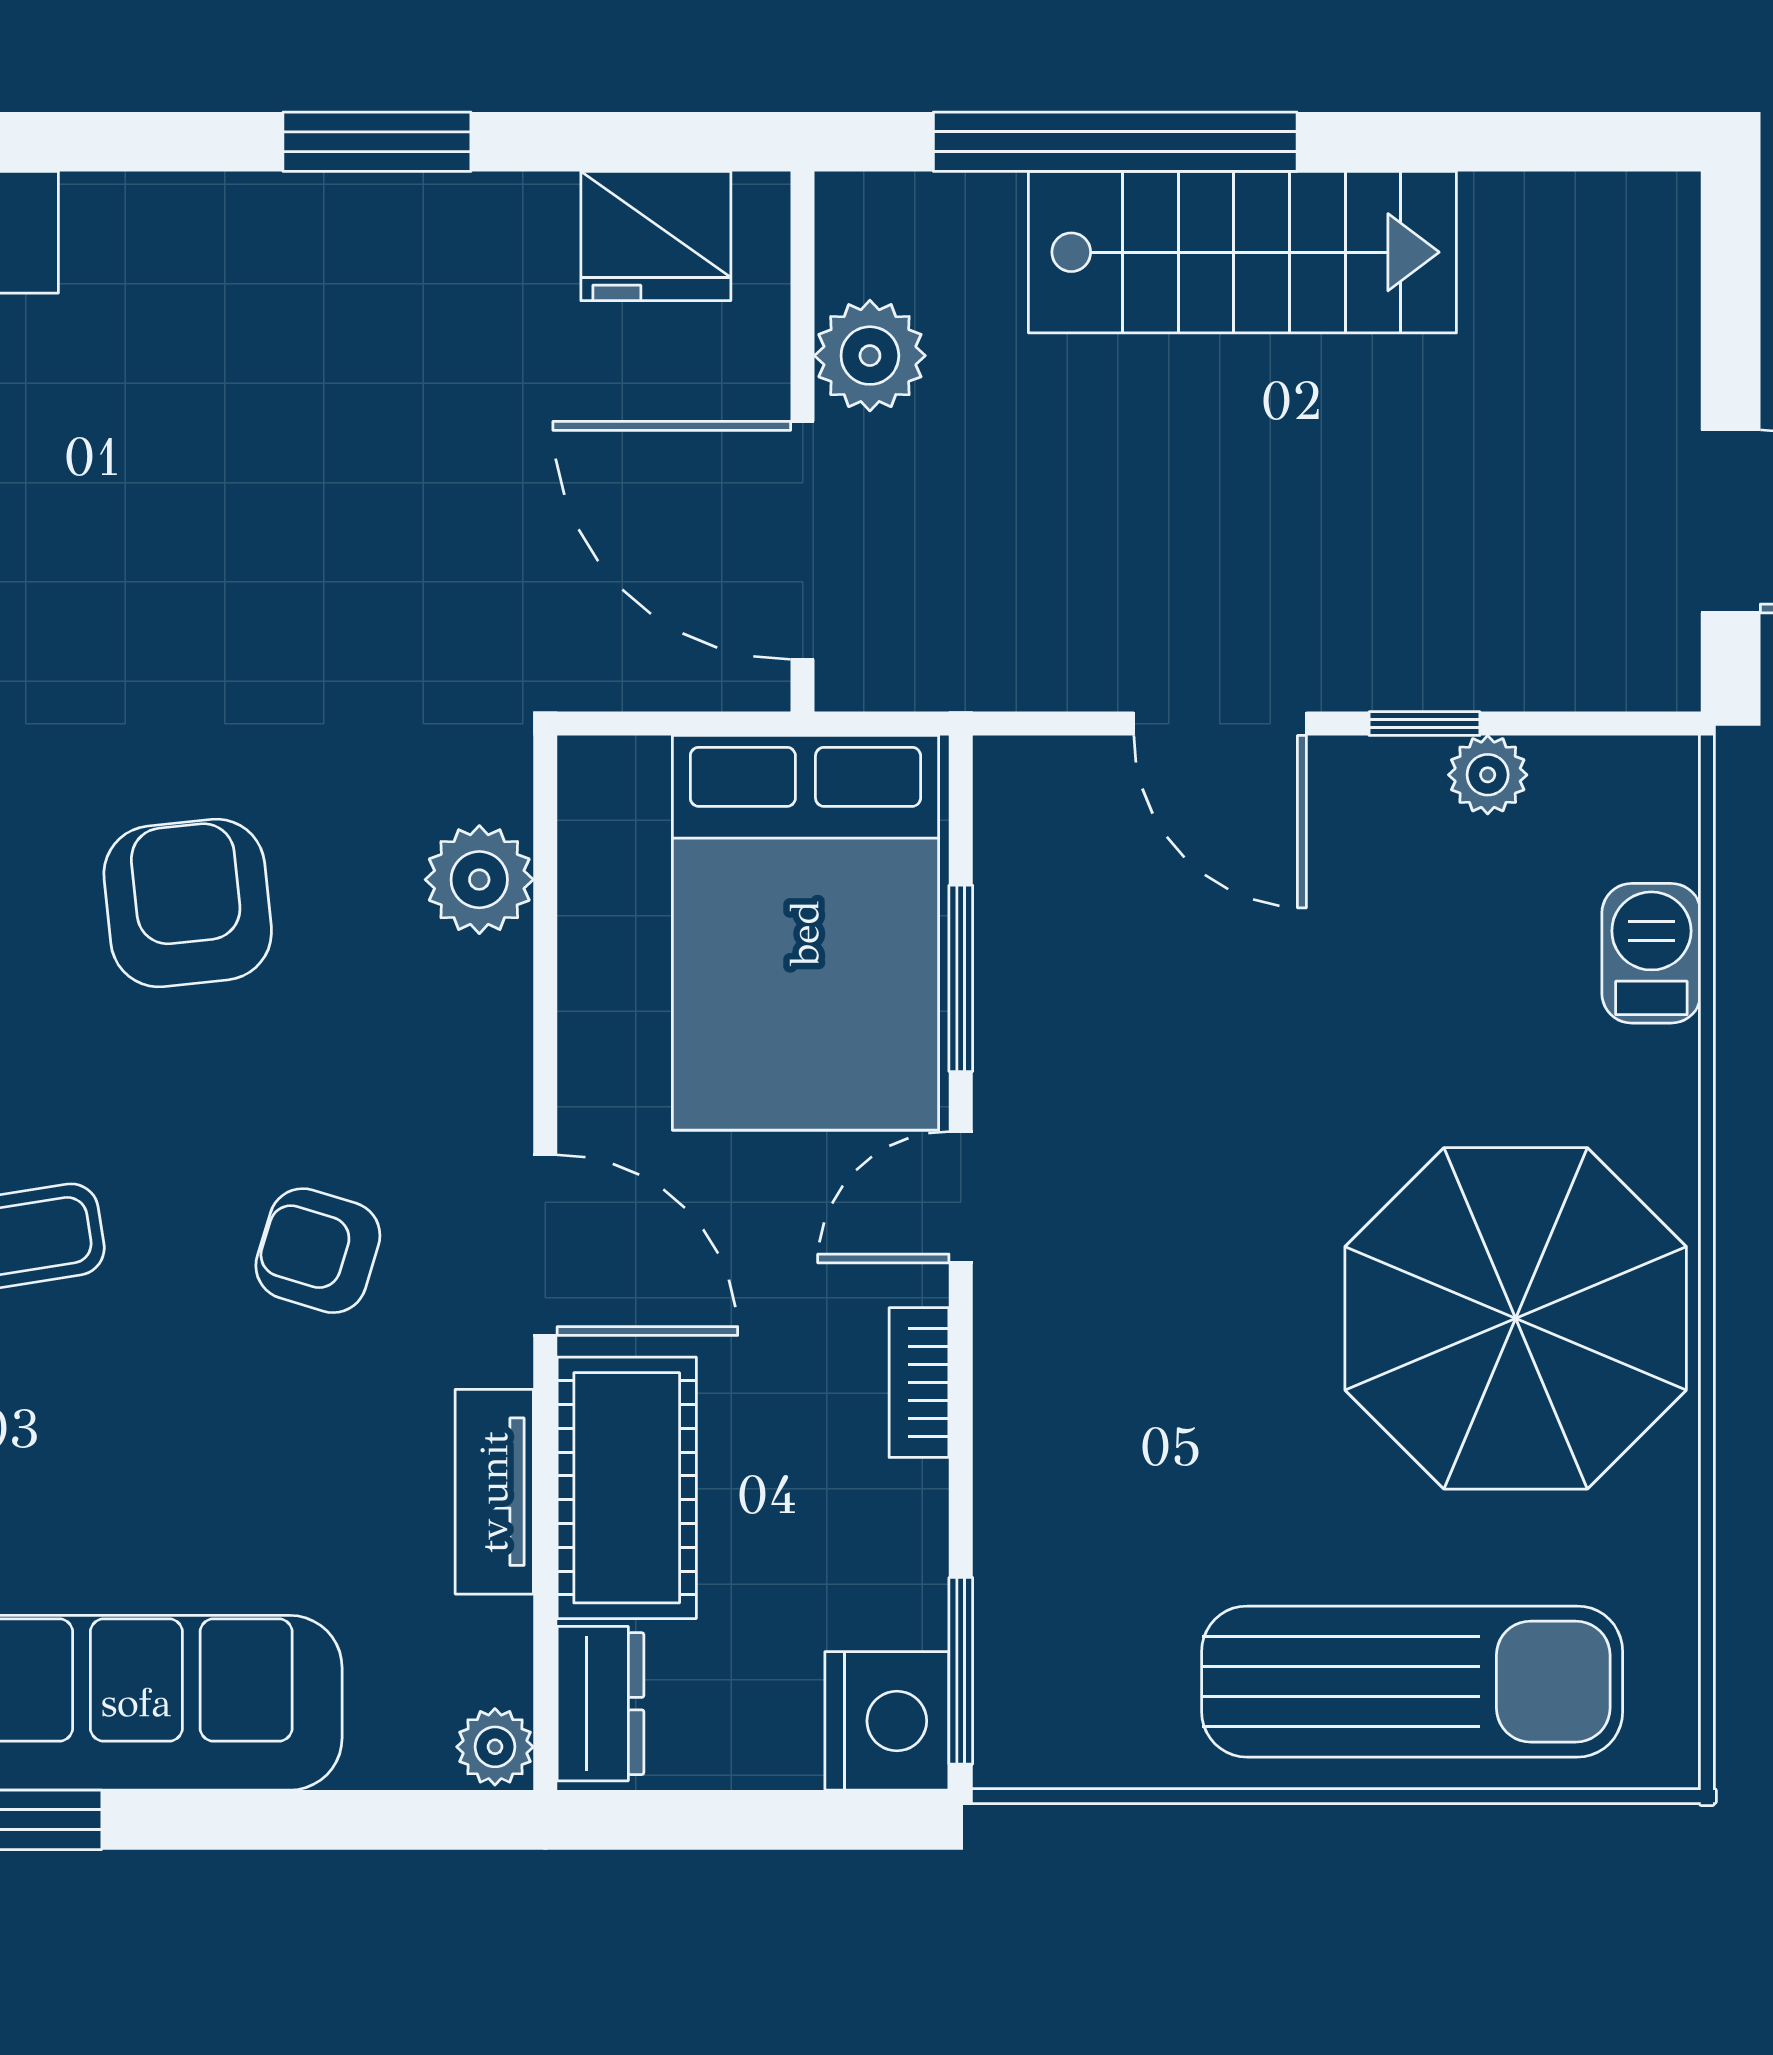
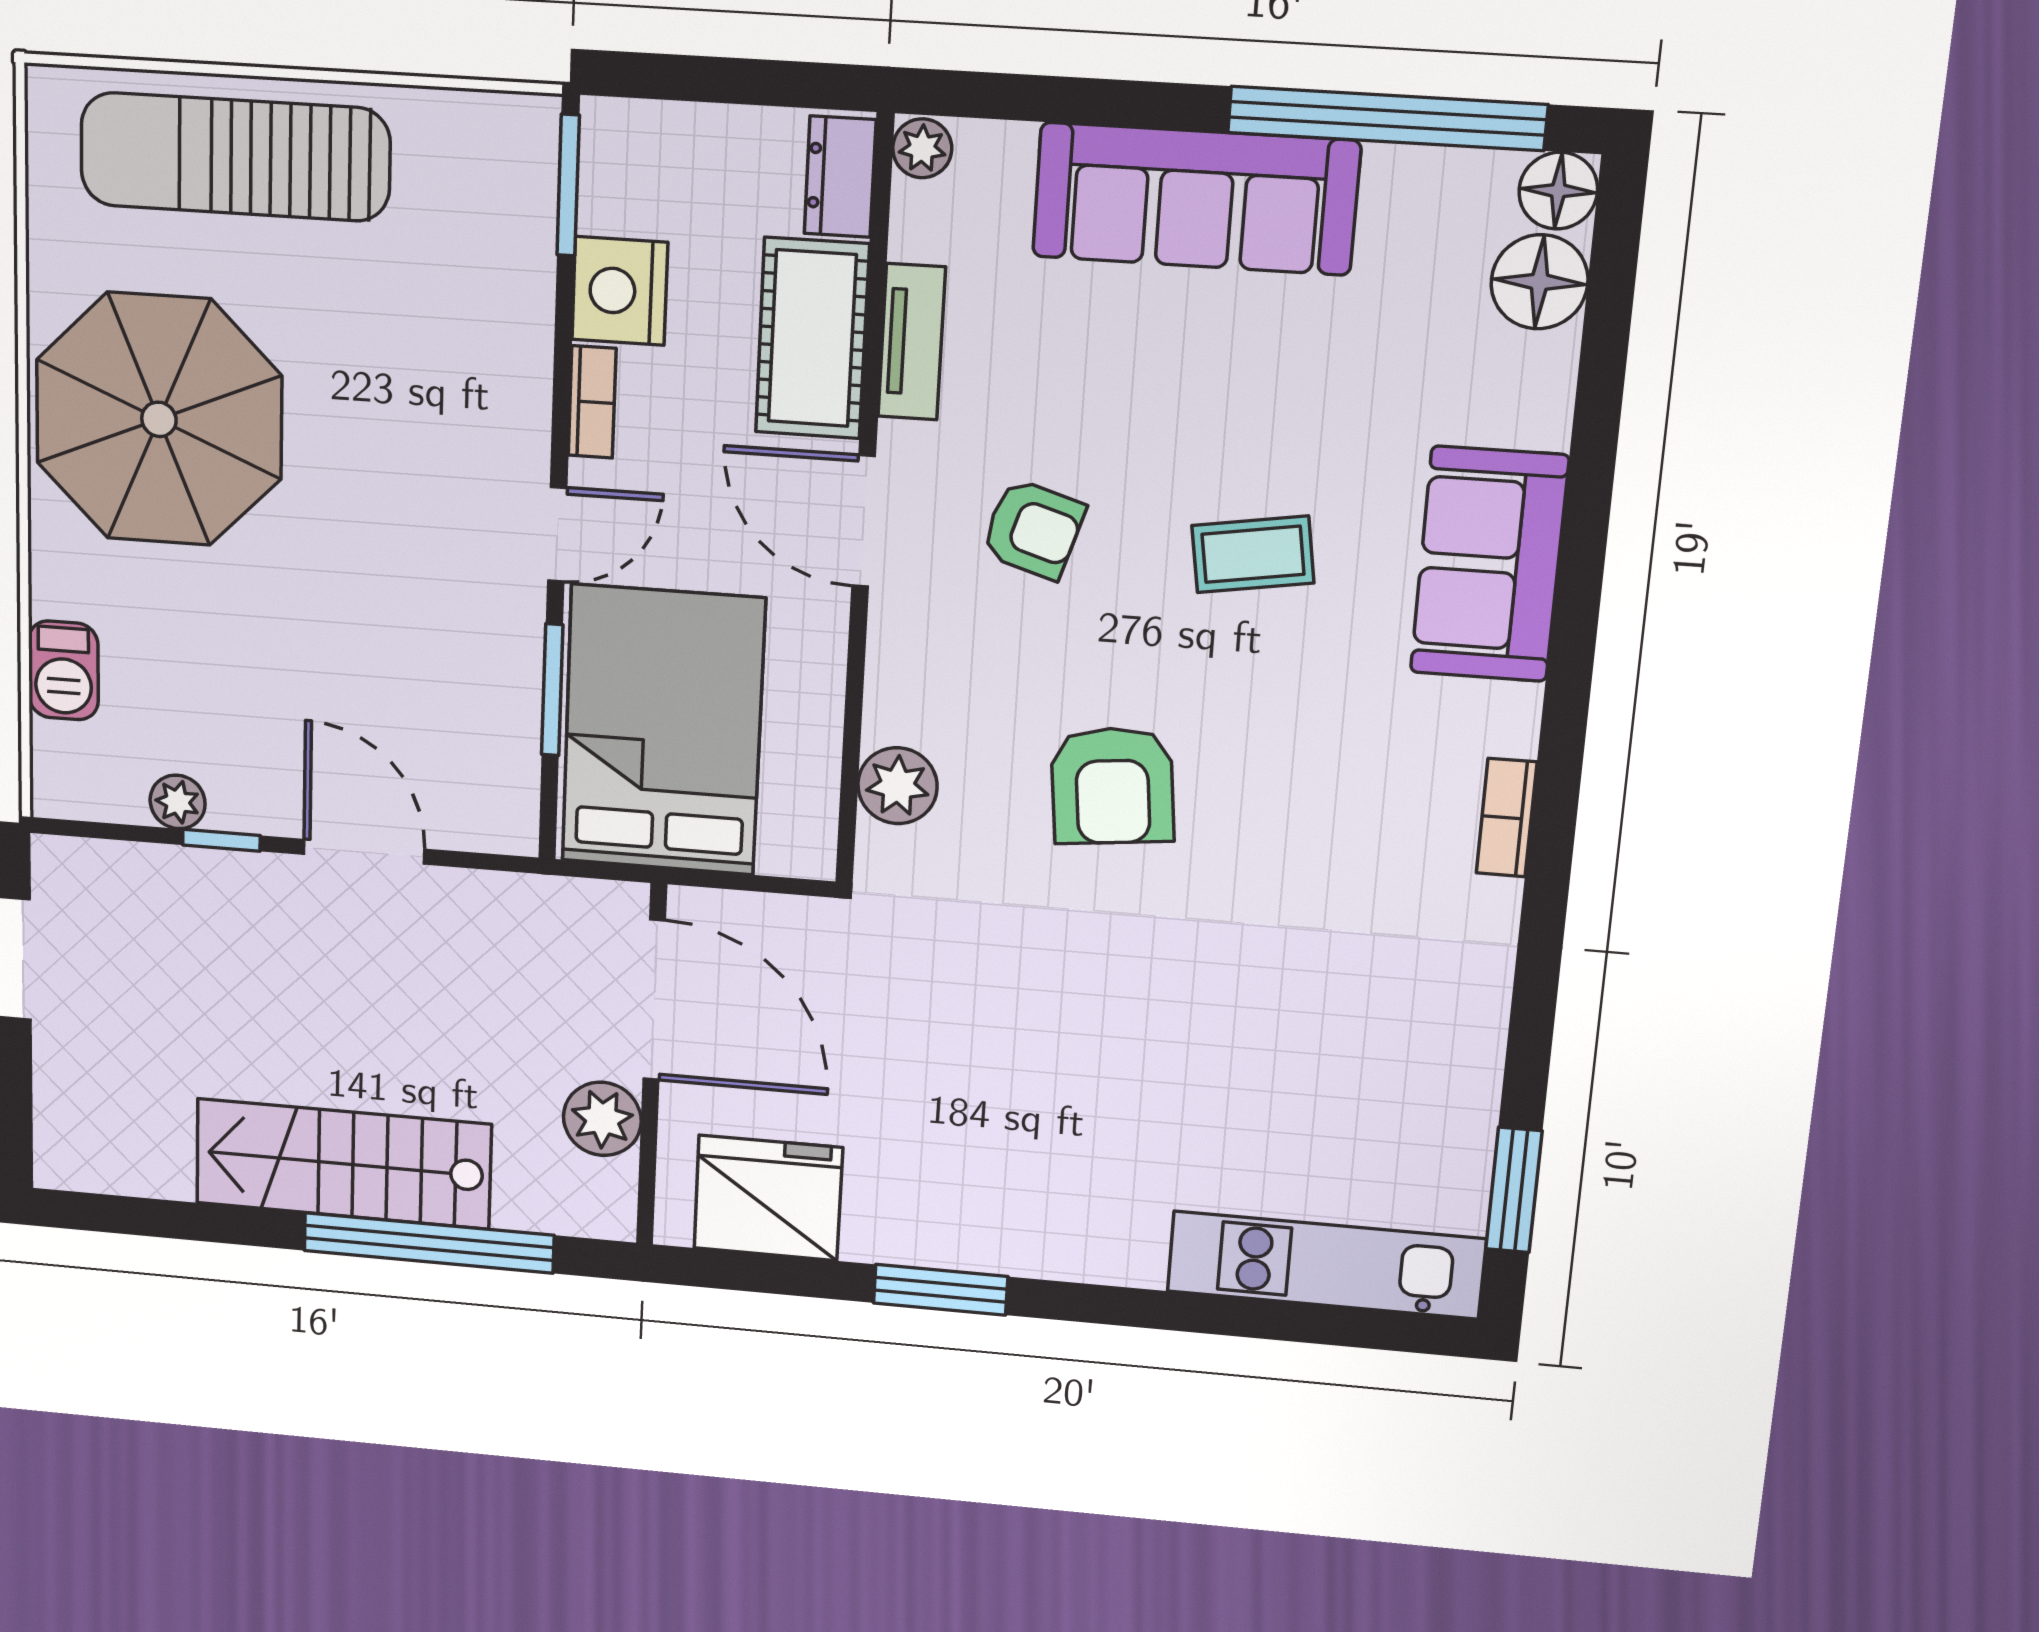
fridge: (656, 236) -> (768, 1198), width x1.36, depth x1.34
nightstand: (887, 1721) -> (620, 291), moved

